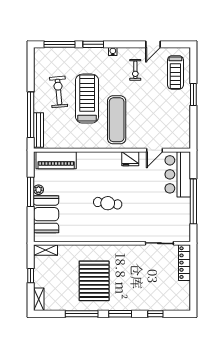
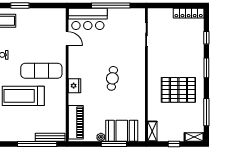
exercise bike: (58, 92) -> (18, 120), removed
fridge: (130, 159) -> (75, 86), moved
window: (31, 192) -> (114, 144), moved
locker: (184, 263) -> (189, 13), moved
window: (82, 314) -> (206, 112), moved

